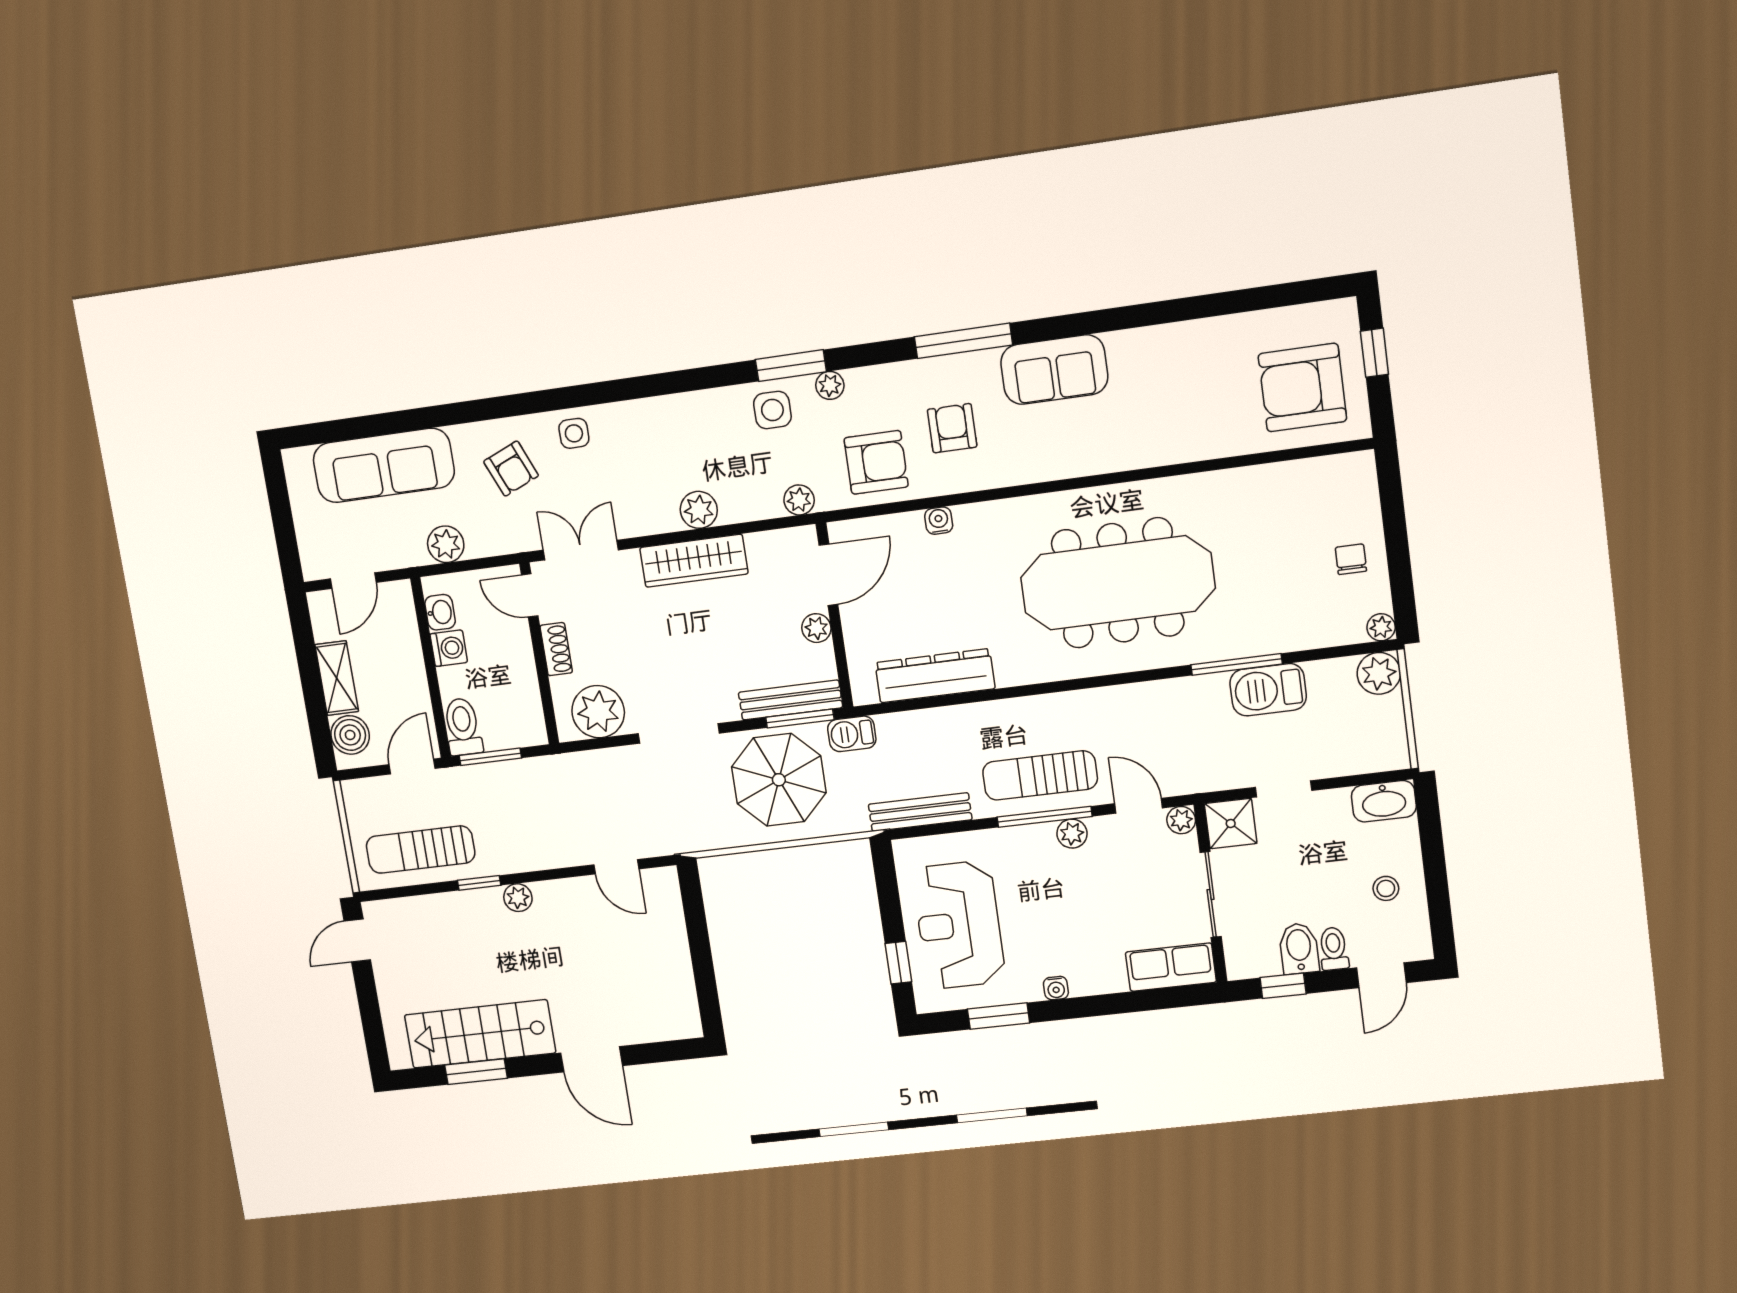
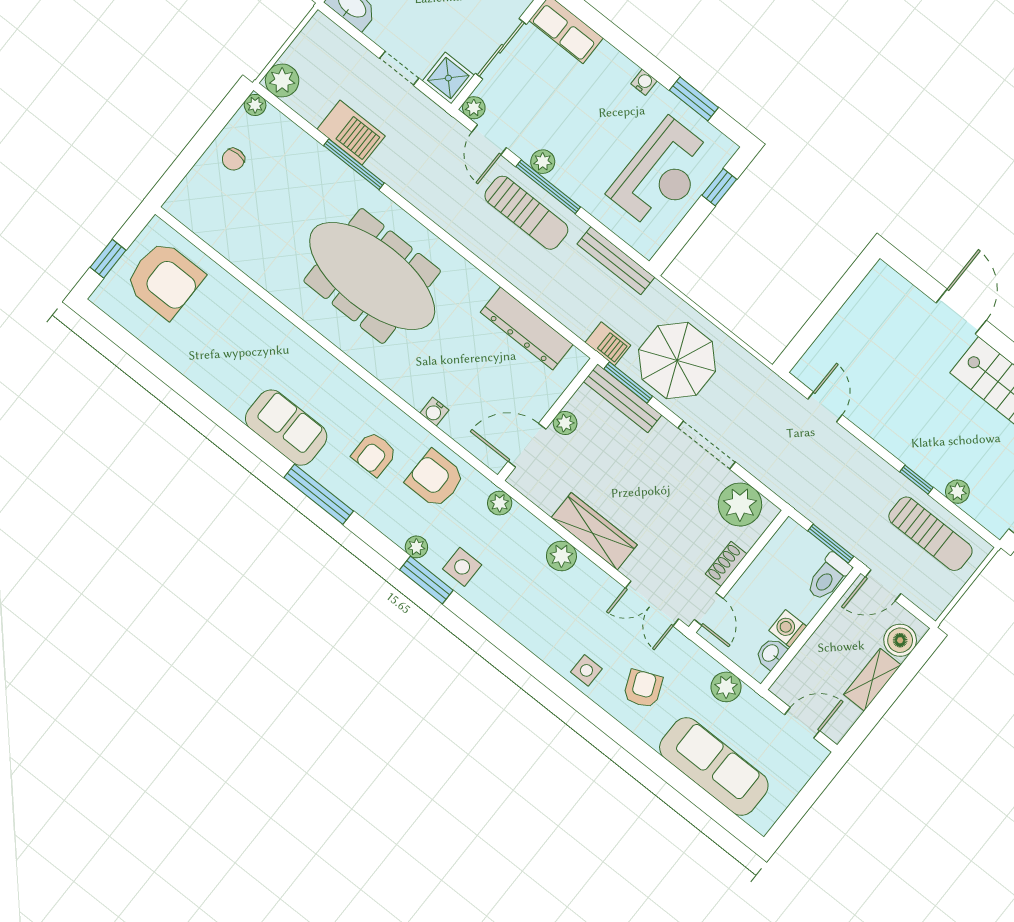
plant: (518, 898) -> (957, 492), moved

